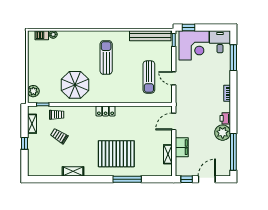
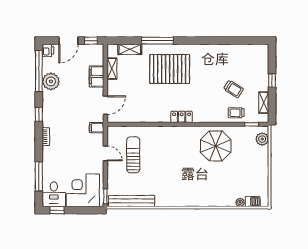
window: (189, 27) -> (57, 210), moved
sun lounger: (106, 57) -> (181, 177), removed
filing cabinet: (182, 101) -> (97, 128), added
window: (233, 113) -> (39, 114), added
printer: (225, 118) -> (48, 50), moved
plant: (223, 133) -> (51, 81), moved
shelving: (73, 171) -> (130, 49), moved

